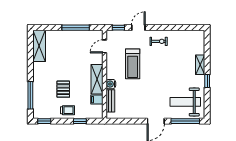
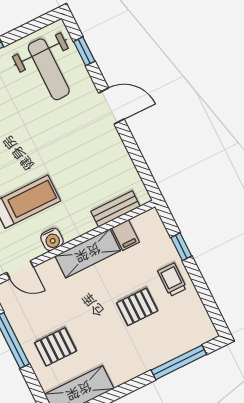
pallet: (63, 45) -> (56, 347), added
water cooler: (111, 84) -> (52, 239), moved
window: (44, 121) -> (214, 313), removed
window: (185, 121) -> (84, 51), width x0.46

